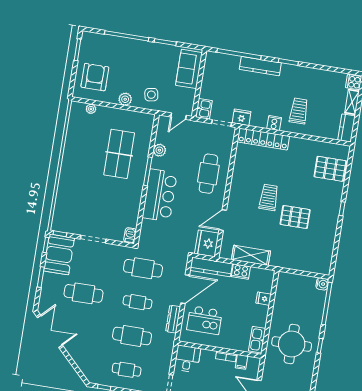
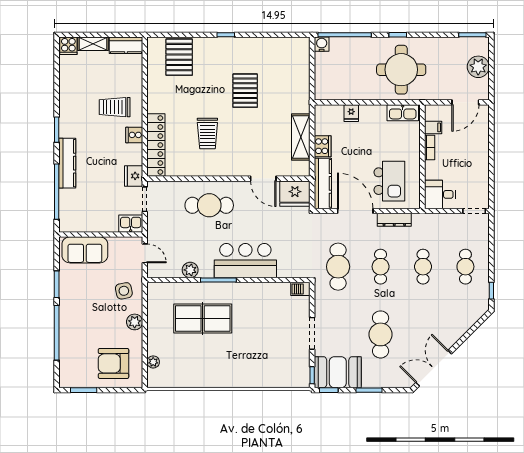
trolley: (269, 197) -> (207, 133), moved, turned -90
cafe table: (132, 336) -> (423, 267), width x0.73, depth x0.74

